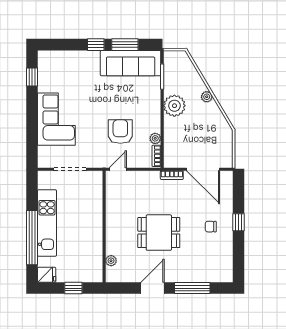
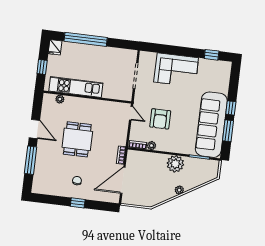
sofa: (131, 63) -> (211, 125), width x1.36, depth x1.27
armchair: (120, 132) -> (160, 119), turned 90
kitchen unit: (47, 223) -> (76, 87), moved, turned 180

